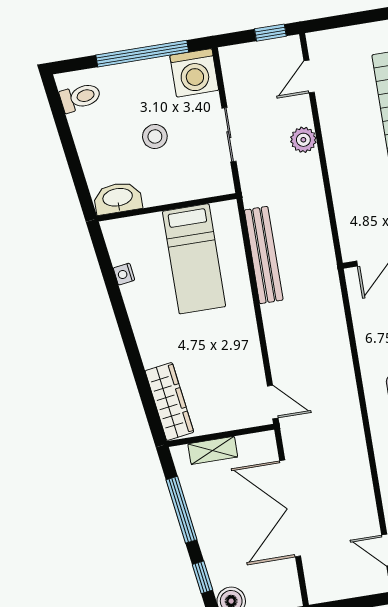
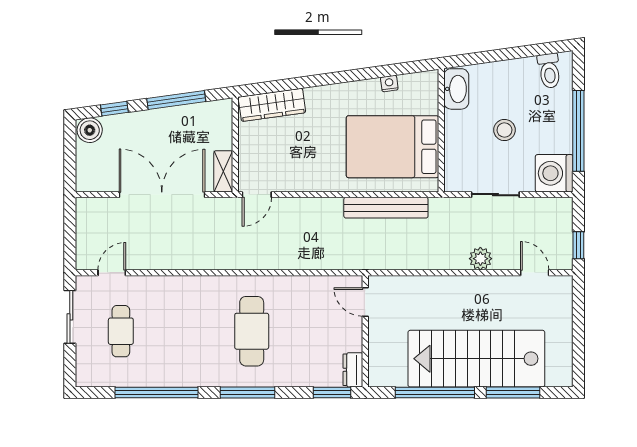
bed: (194, 259) -> (393, 147), width x1.50
shelving: (213, 450) -> (223, 171), moved

